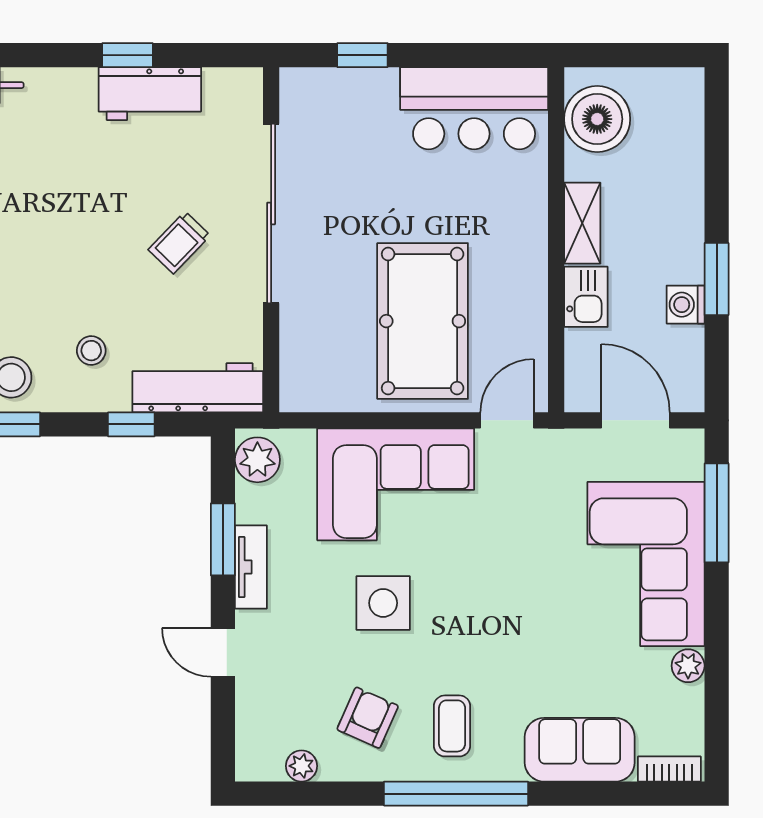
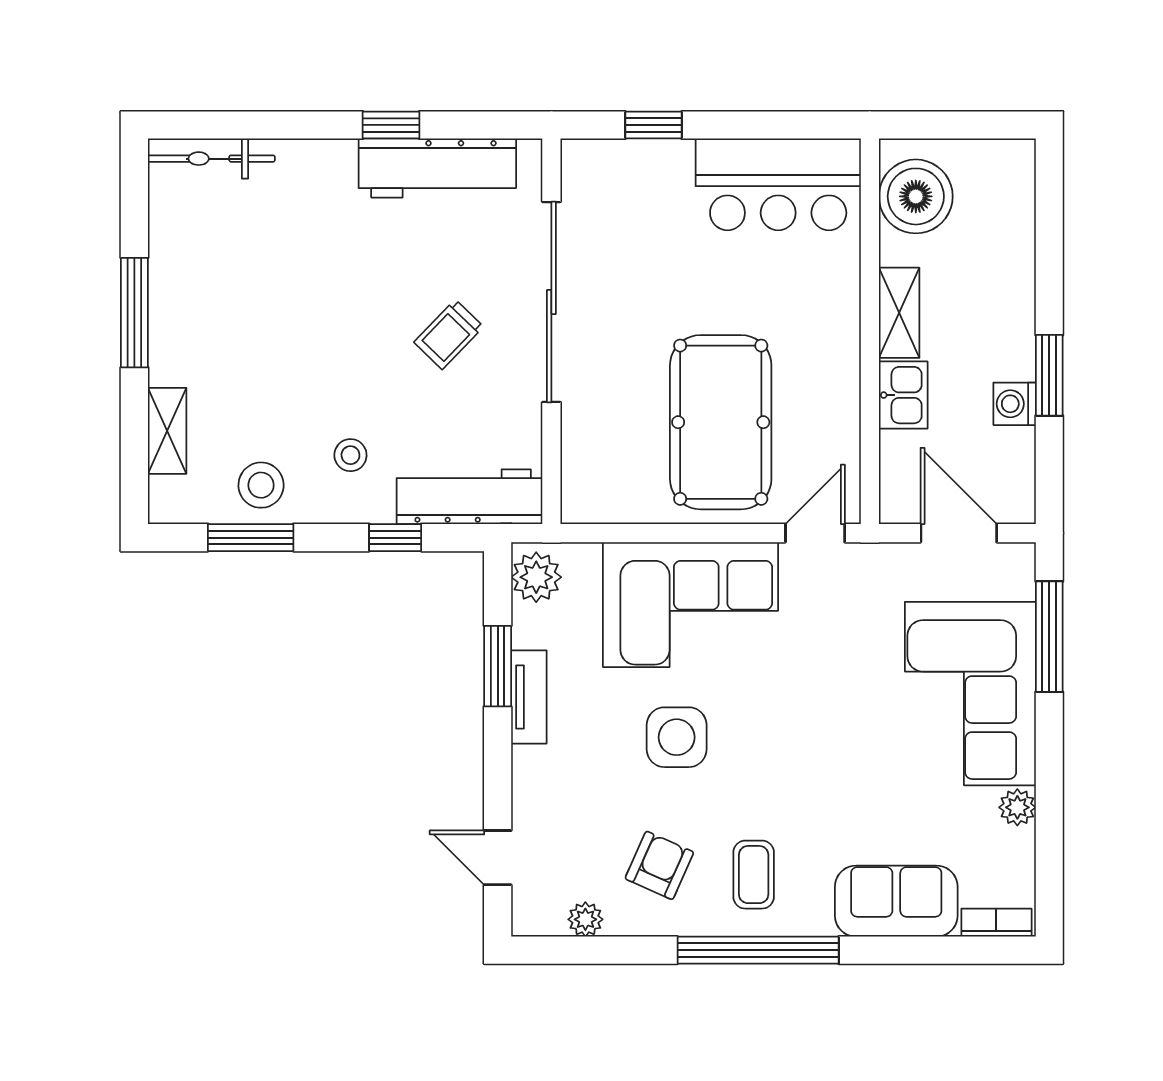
workbench: (150, 94) -> (437, 168), width x1.38
door: (223, 652) -> (498, 858), moved

